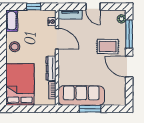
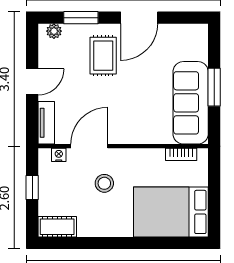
window: (129, 34) -> (81, 18), width x0.69
stool: (15, 47) -> (104, 183), moved
dresser: (51, 68) -> (142, 157), removed

